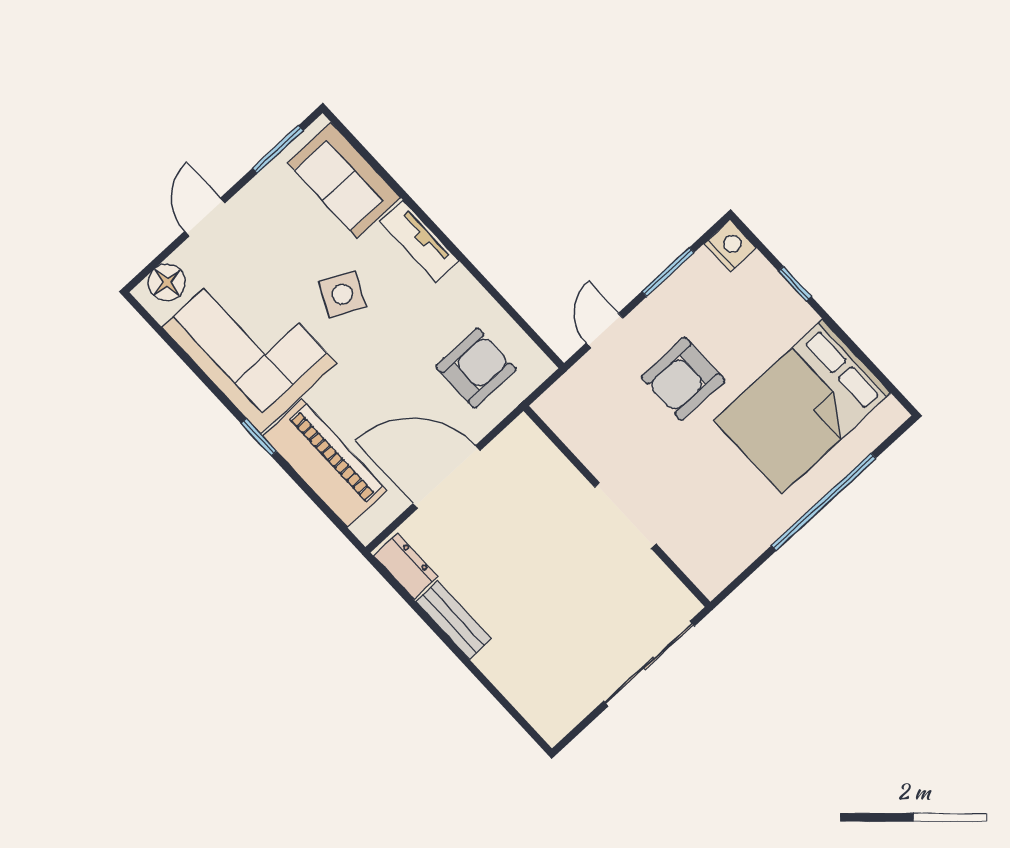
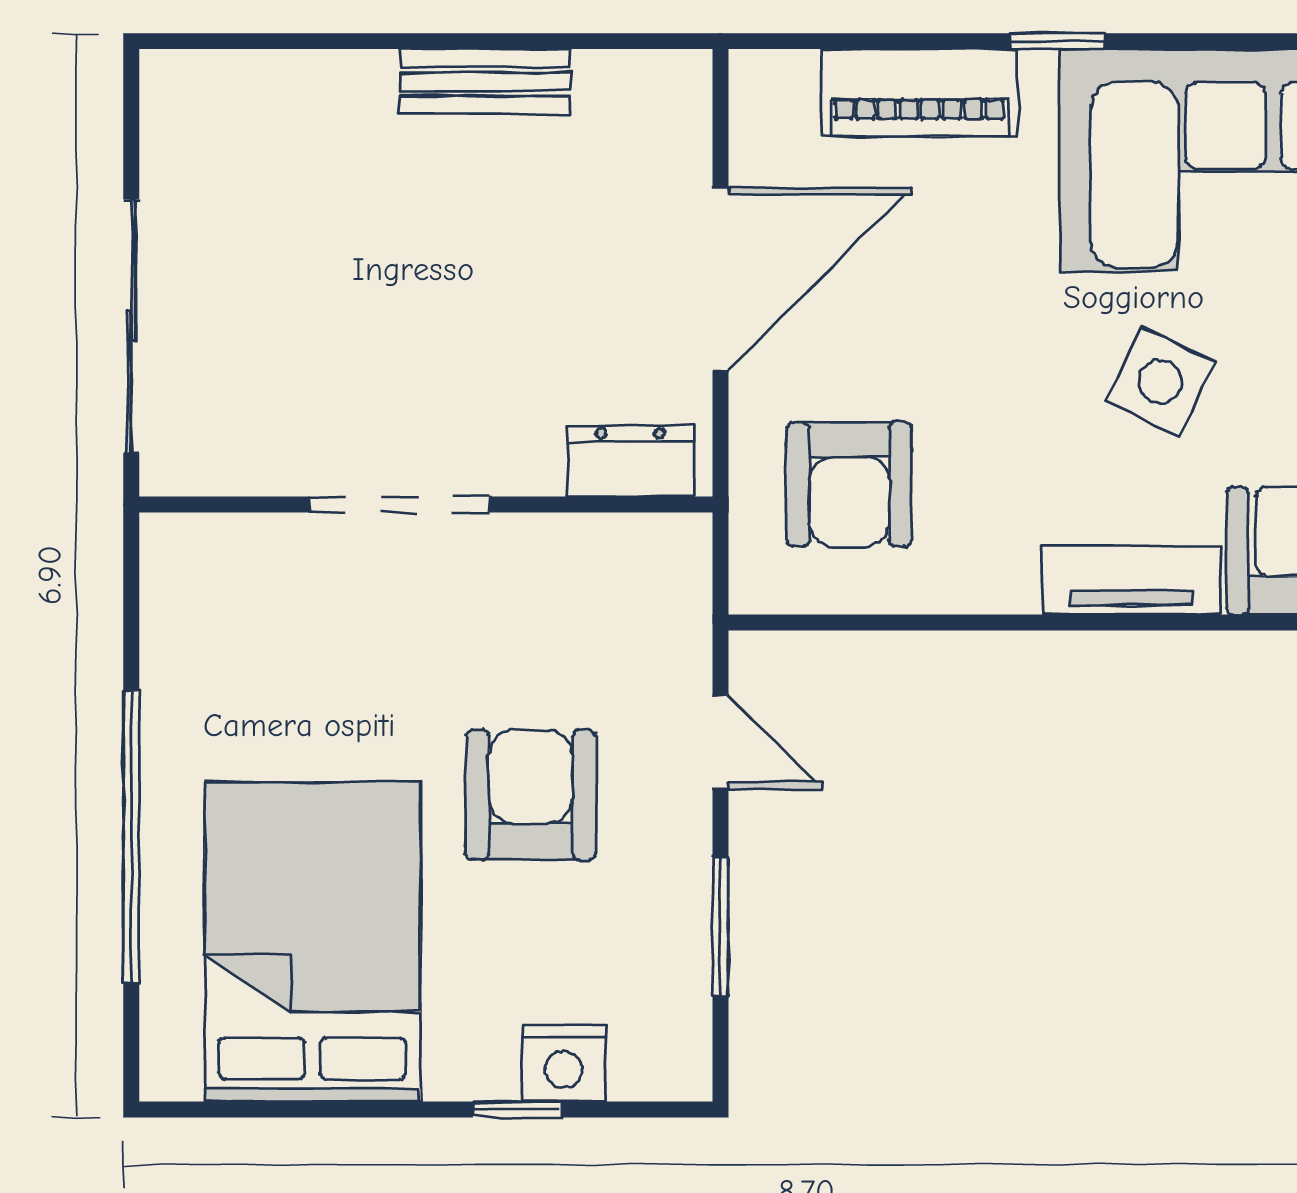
nightstand: (730, 246) -> (564, 1063), moved
piano: (325, 463) -> (919, 93), width x0.73, depth x0.75
dresser: (406, 566) -> (631, 461), moved, turned 180

